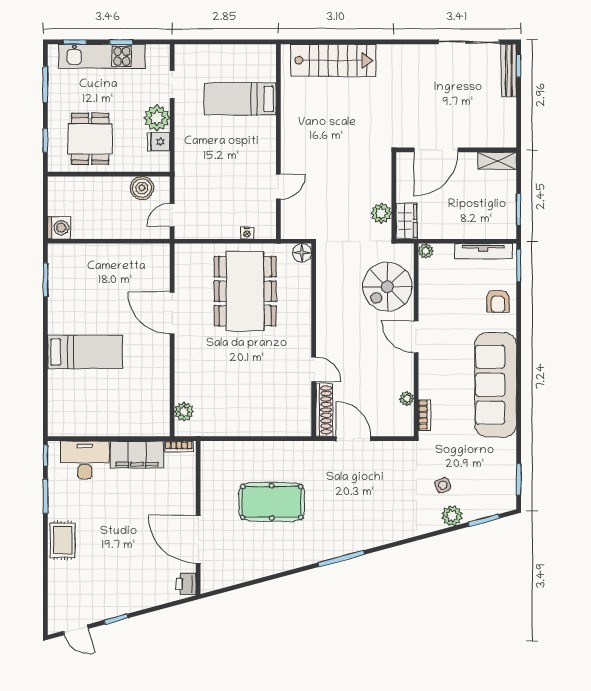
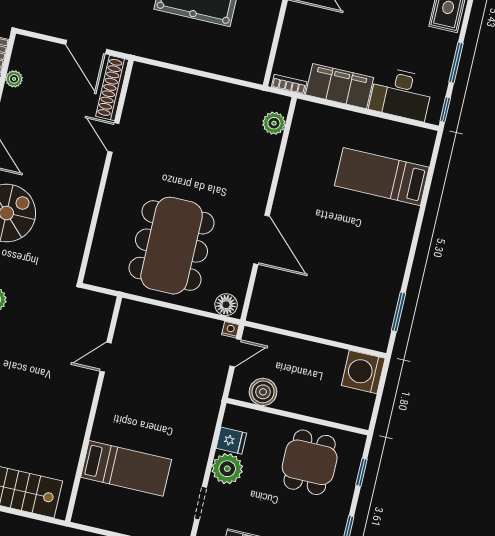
washing machine: (59, 228) -> (363, 372), width x1.37, depth x1.37
nightstand: (247, 233) -> (230, 330), moved
floor lamp: (302, 253) -> (226, 305), moved
bed: (85, 352) -> (382, 177), moved

